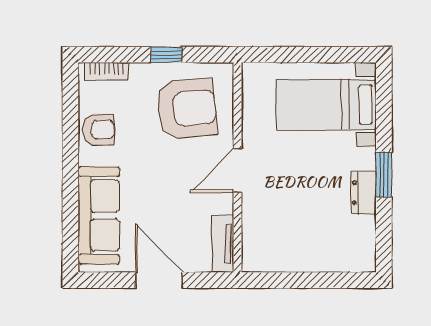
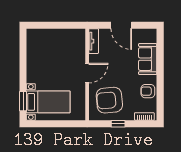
window: (384, 175) -> (23, 101), moved
dresser: (364, 193) -> (32, 63), removed
sofa: (99, 215) -> (148, 59), width x0.73

